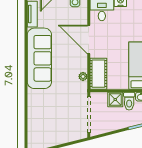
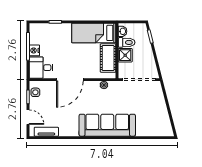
sofa: (39, 58) -> (107, 125), moved
cot: (98, 74) -> (108, 58), moved, turned 90

